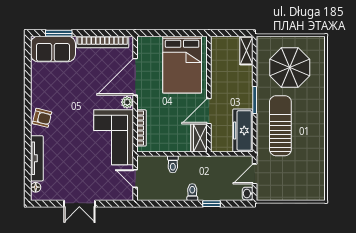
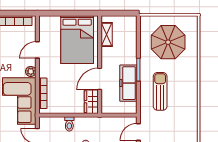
shelving: (246, 51) -> (107, 35), moved
door: (135, 77) -> (37, 50), width x0.53
sun lounger: (280, 126) -> (160, 91), width x0.73, depth x0.75
freezer: (243, 130) -> (128, 83), moved

